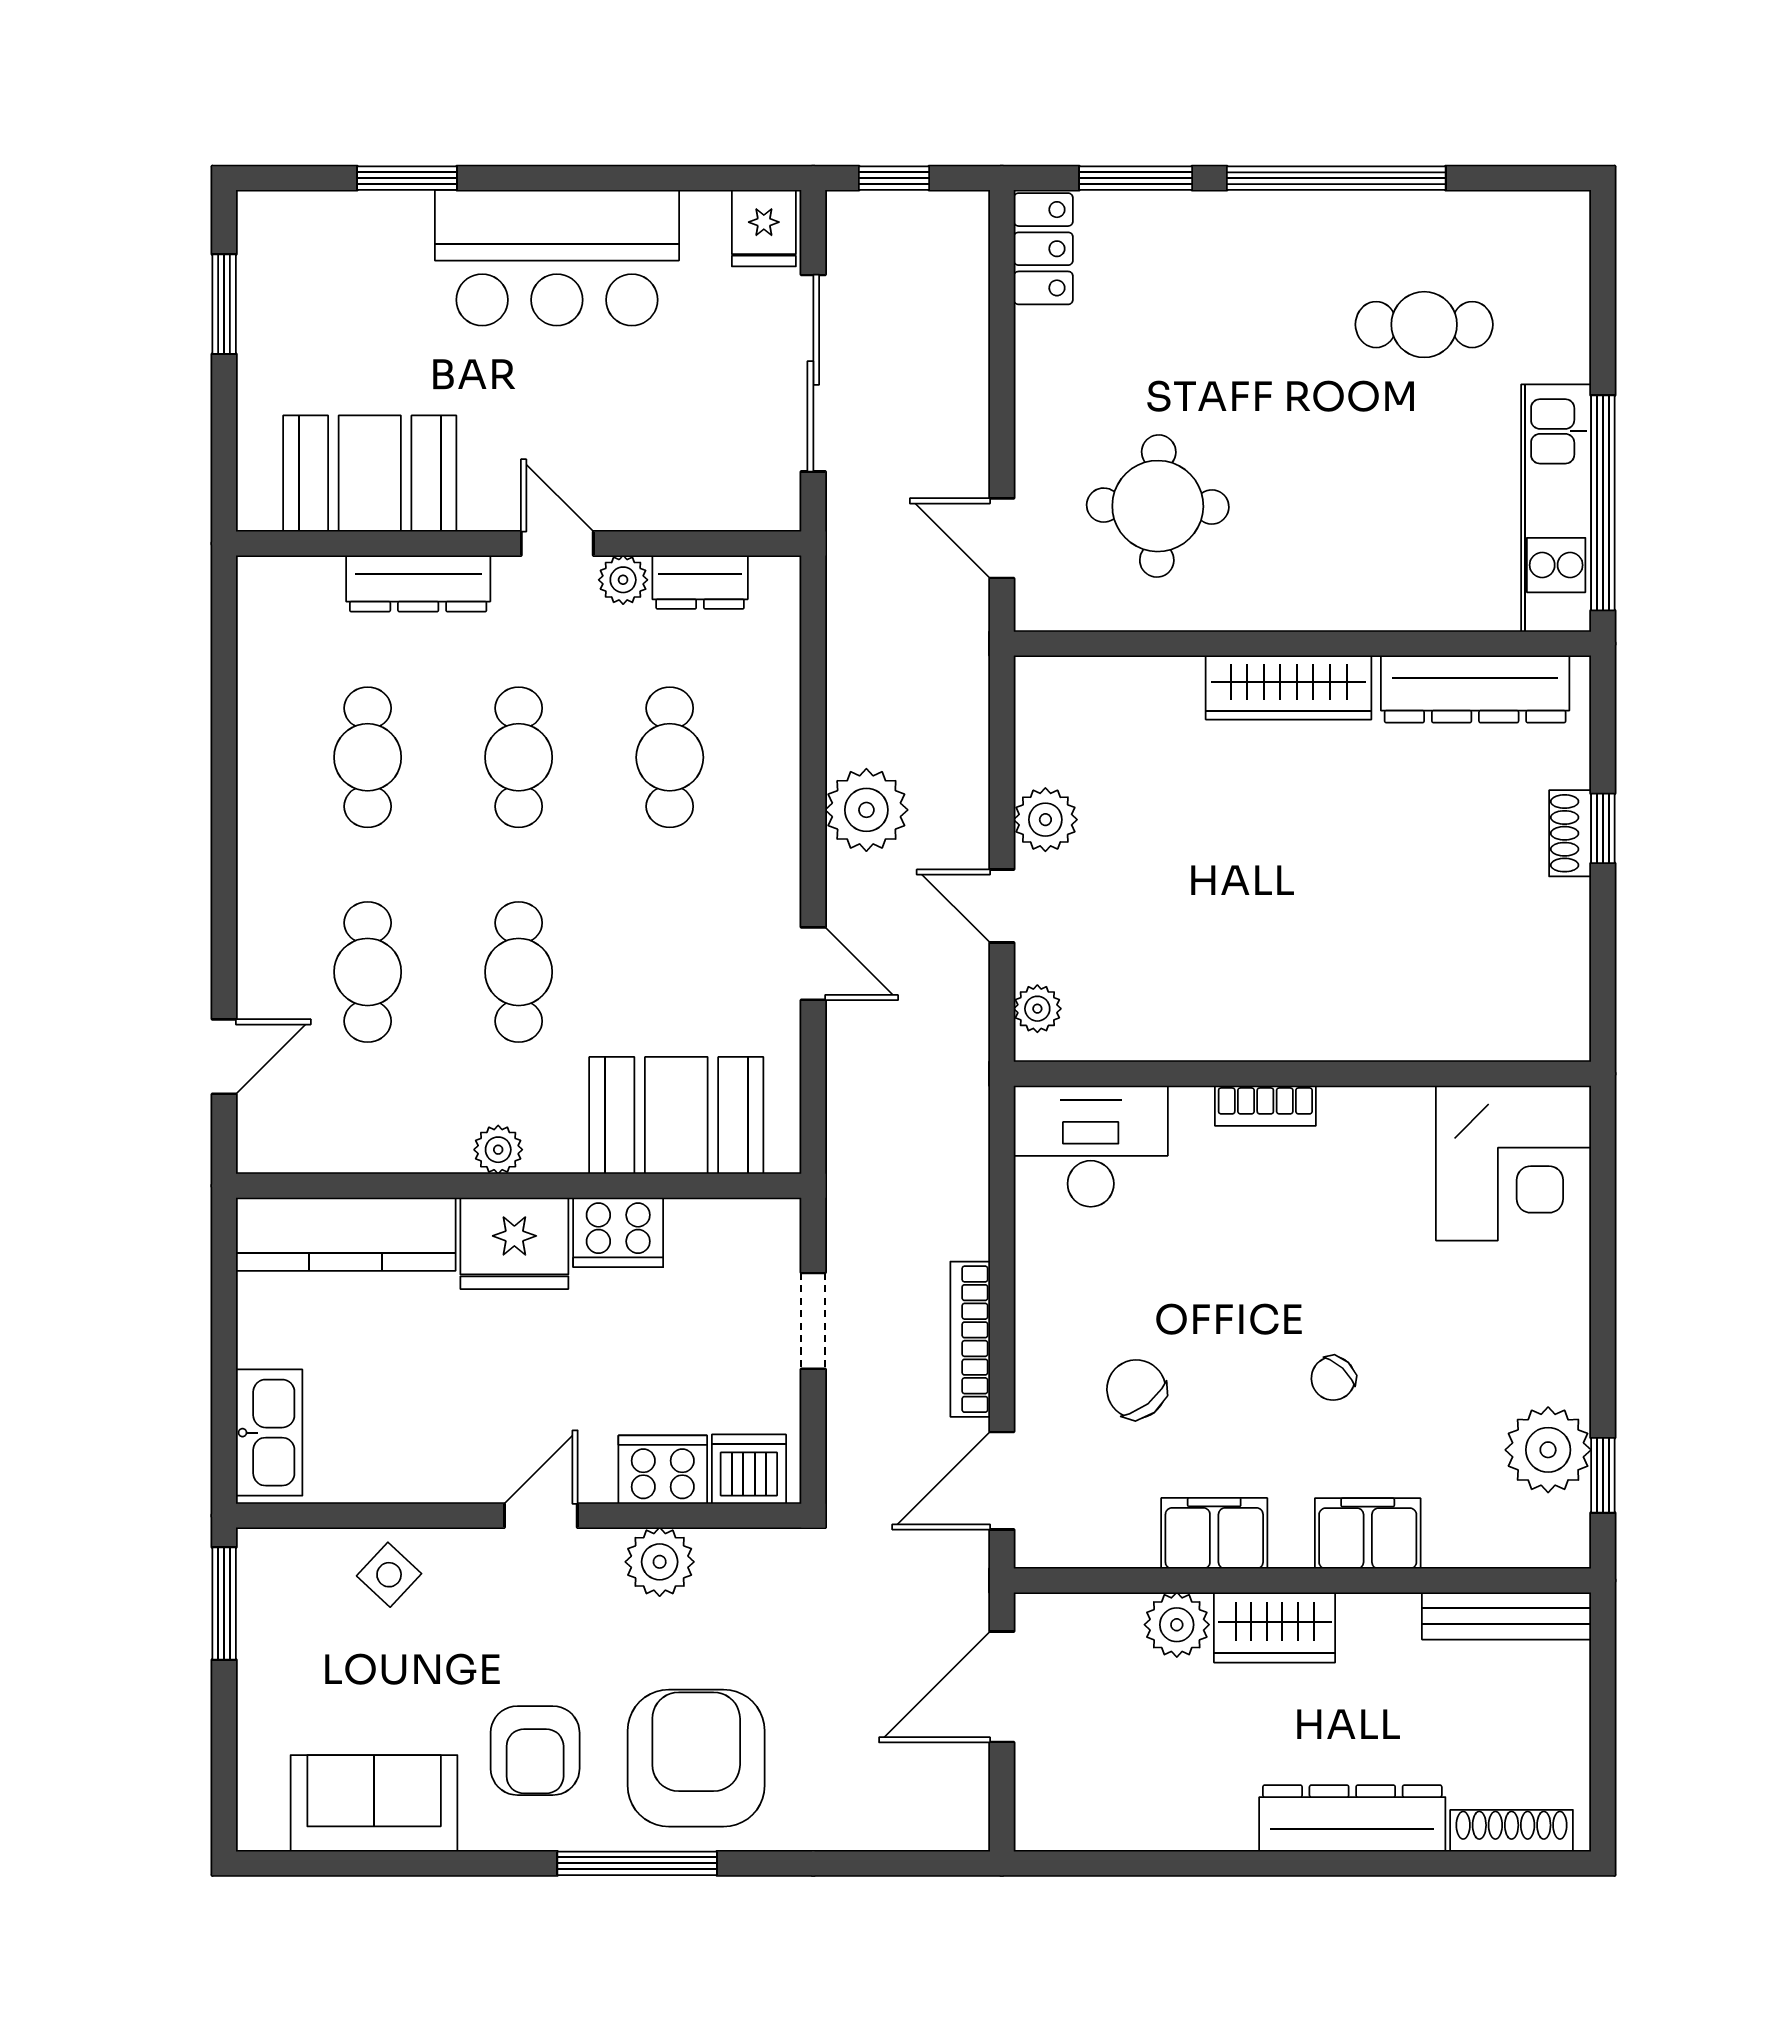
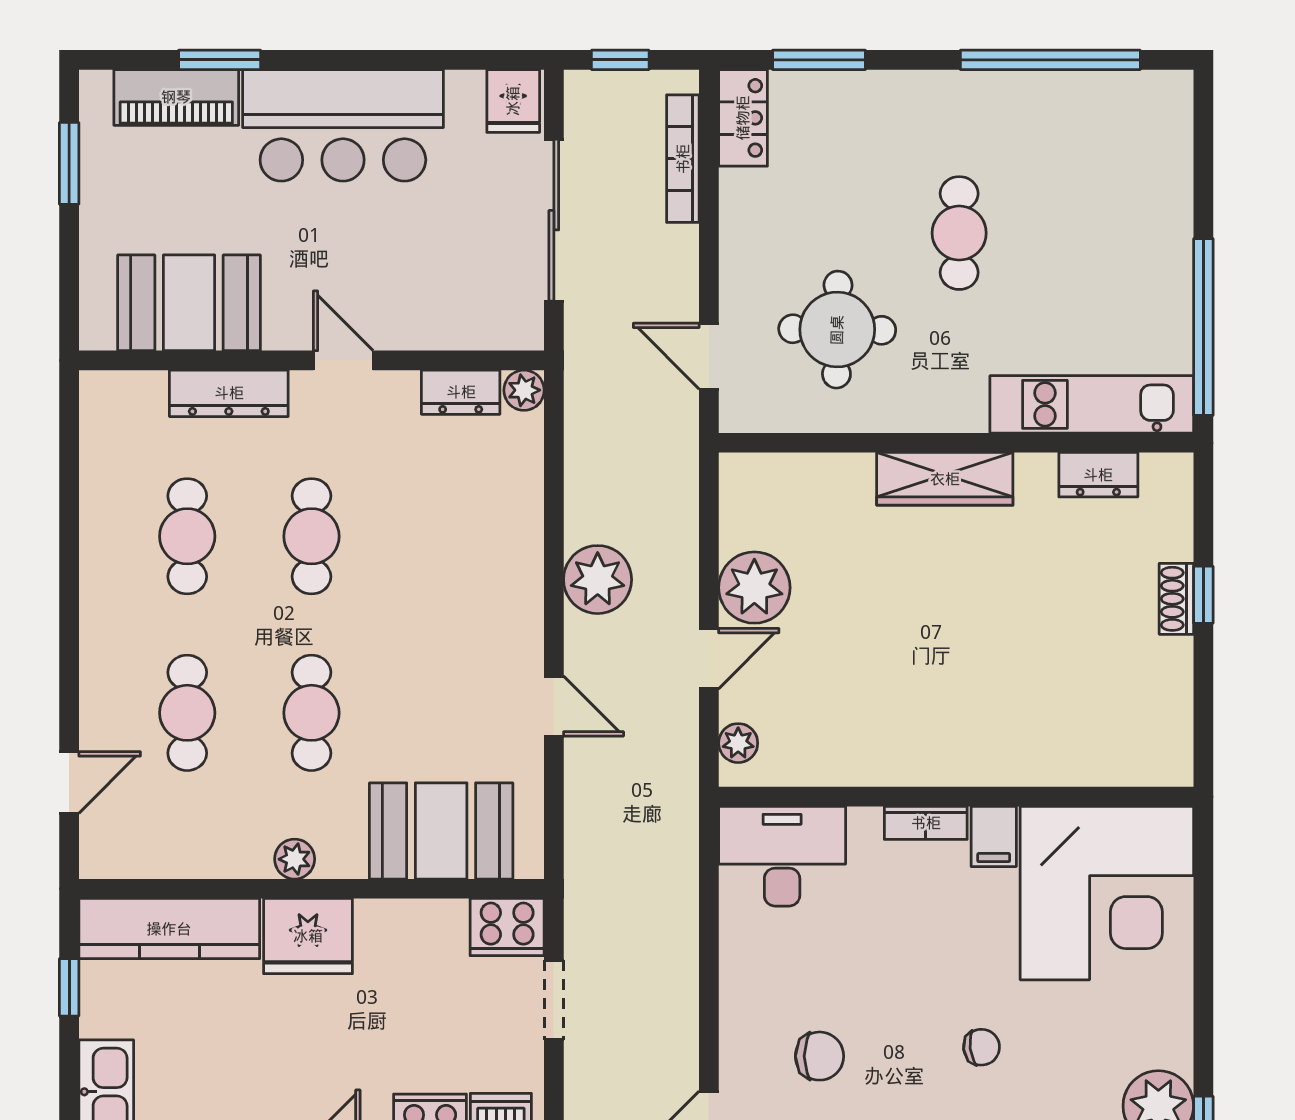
window: (1336, 178) -> (1050, 60), moved
piano: (354, 224) -> (176, 97), added
cafe table: (1424, 325) -> (959, 233), moved, turned 90
kitchen unit: (1556, 508) -> (1092, 404), moved, turned 90
plant: (623, 580) -> (524, 390), moved
dresser: (1475, 689) -> (1098, 475), width x0.51, depth x0.80
cafe table: (670, 757) -> (436, 536), removed
plant: (1045, 820) -> (754, 588), width x1.36, depth x1.36
door: (1002, 906) -> (709, 659), swing flipped
filing cabinet: (1348, 1122) -> (994, 836), added
corner desk: (1513, 1163) -> (1107, 893), width x1.36, depth x1.36
cooker: (618, 1232) -> (507, 927), moved
window: (224, 1306) -> (69, 987), added
bookcase: (970, 1339) -> (683, 159), moved
chair: (1333, 1378) -> (982, 1047), turned -140
chair: (1136, 1389) -> (820, 1056), turned 128

